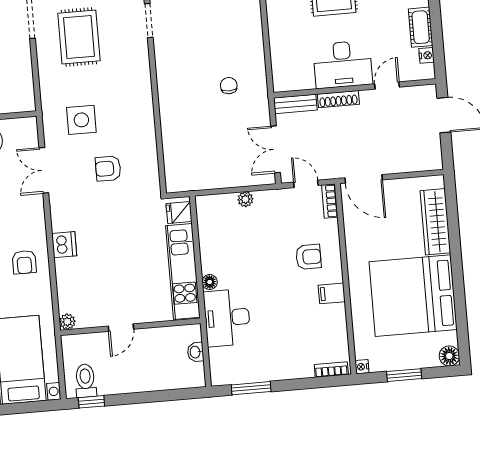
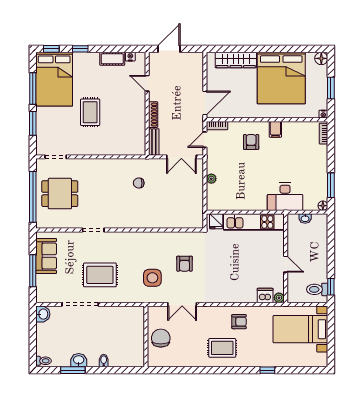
desk: (343, 64) -> (132, 110), removed
dishwasher: (64, 245) -> (265, 296), moved
floor lamp: (210, 282) -> (323, 206), moved

